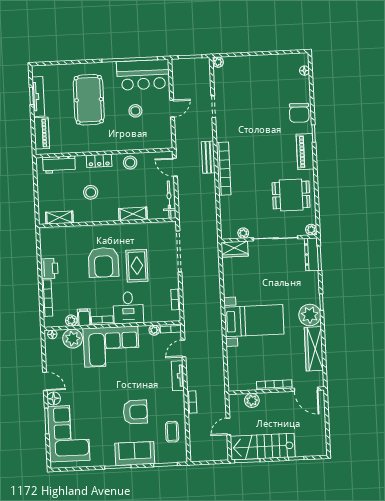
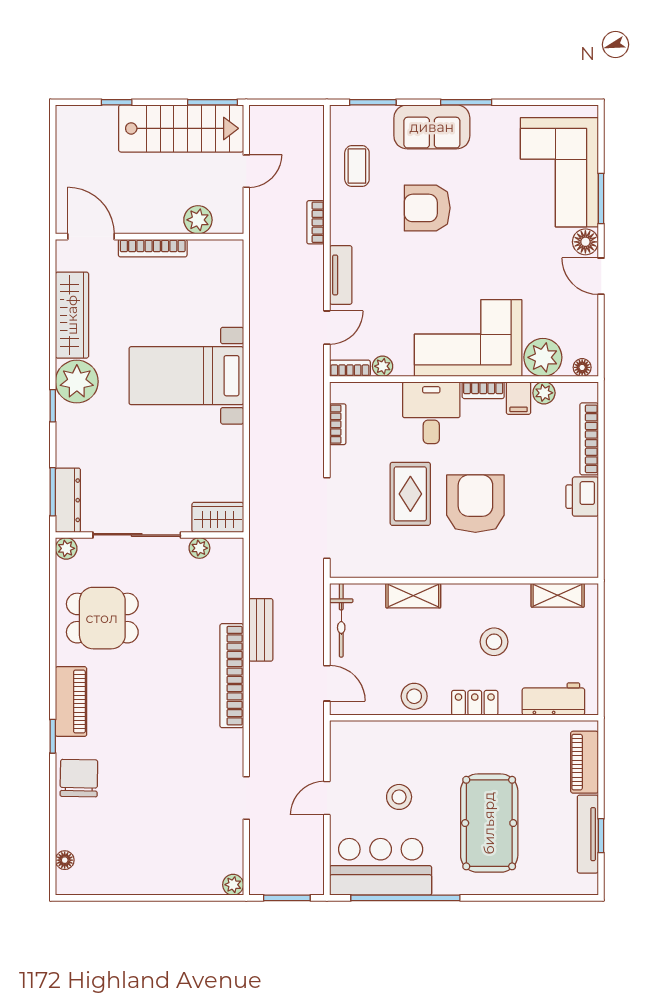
bench: (208, 157) -> (261, 630), moved

